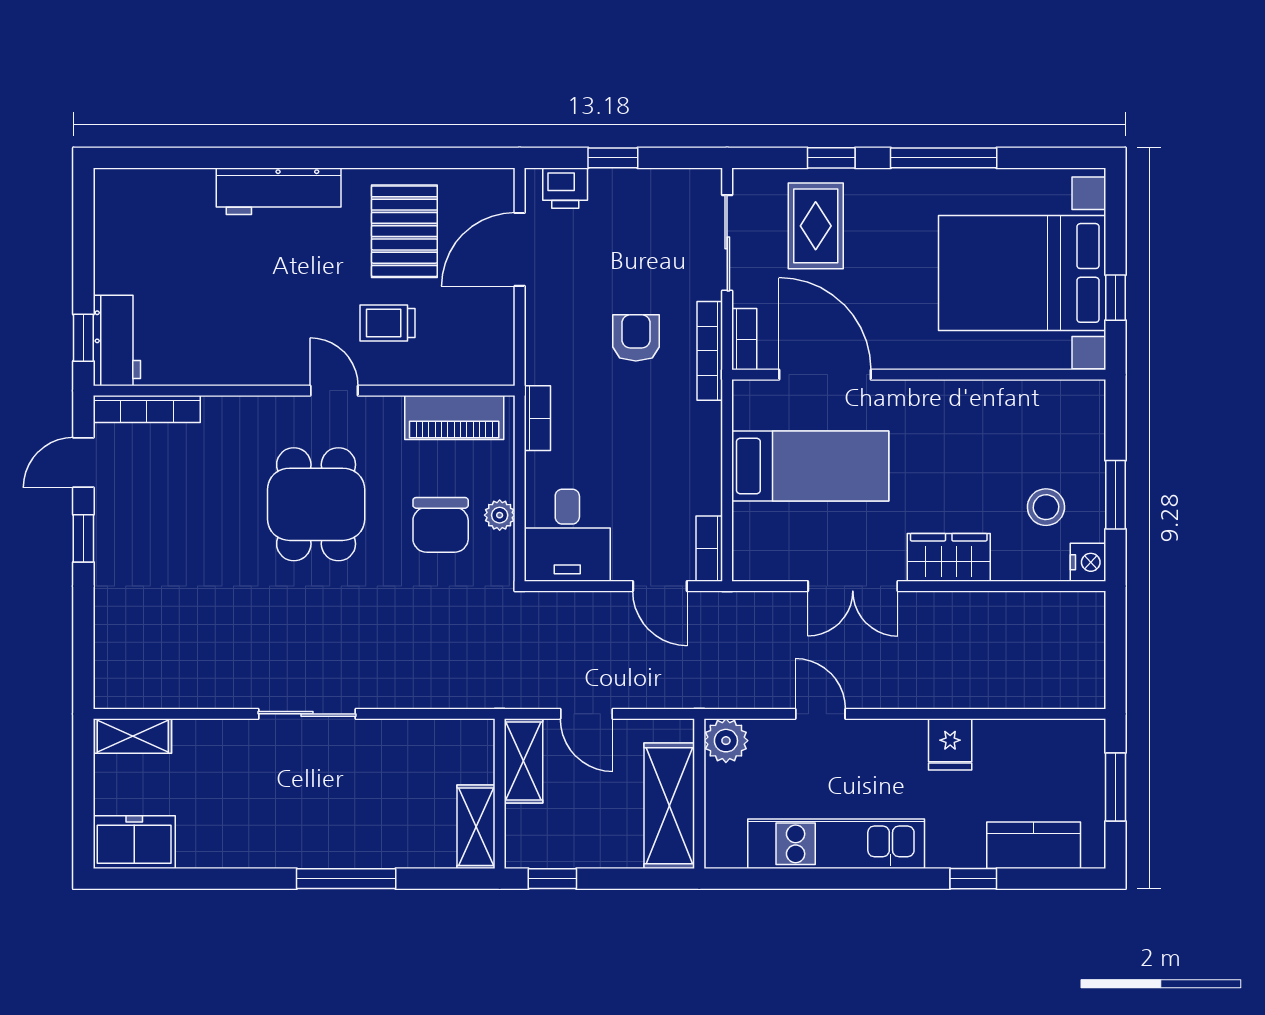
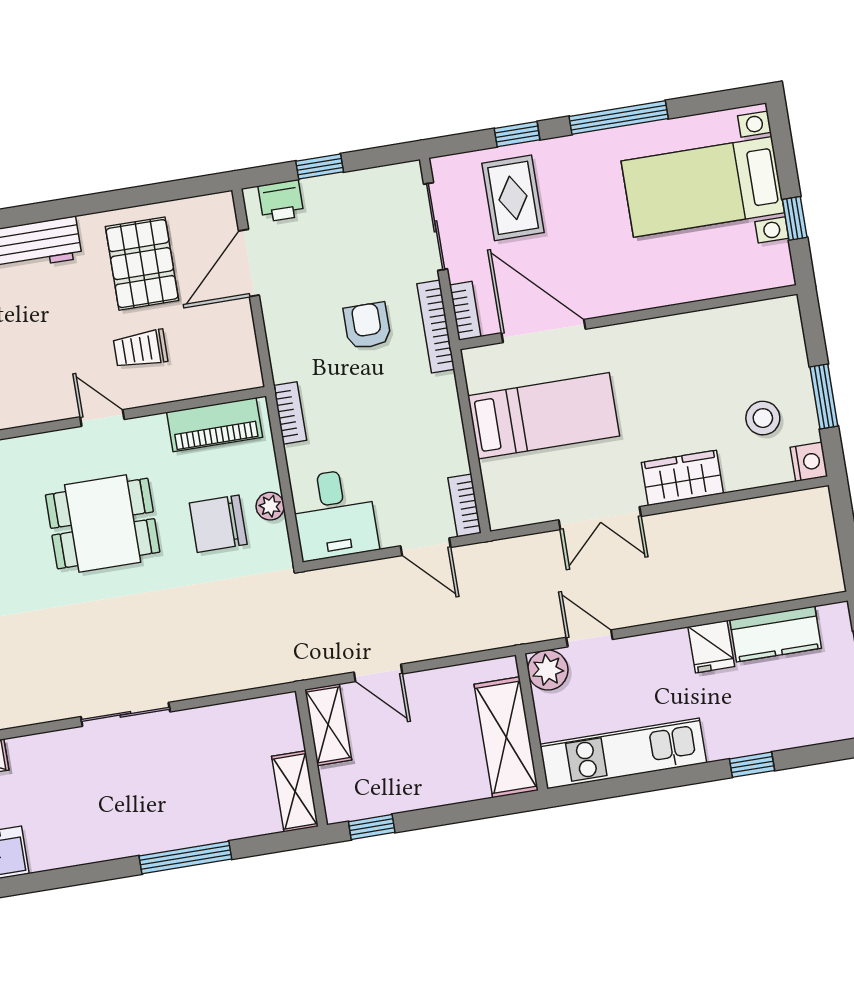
bed with nightstands: (1022, 273) -> (703, 187), width x0.73
dining table: (316, 504) -> (103, 523), turned 90
chair: (441, 525) -> (218, 524), turned 90
plant: (726, 741) -> (548, 670), moved
wall: (699, 794) -> (532, 722), moved
shelving: (669, 806) -> (506, 737), moved
kitchen counter: (1034, 845) -> (776, 634), moved, turned 180

